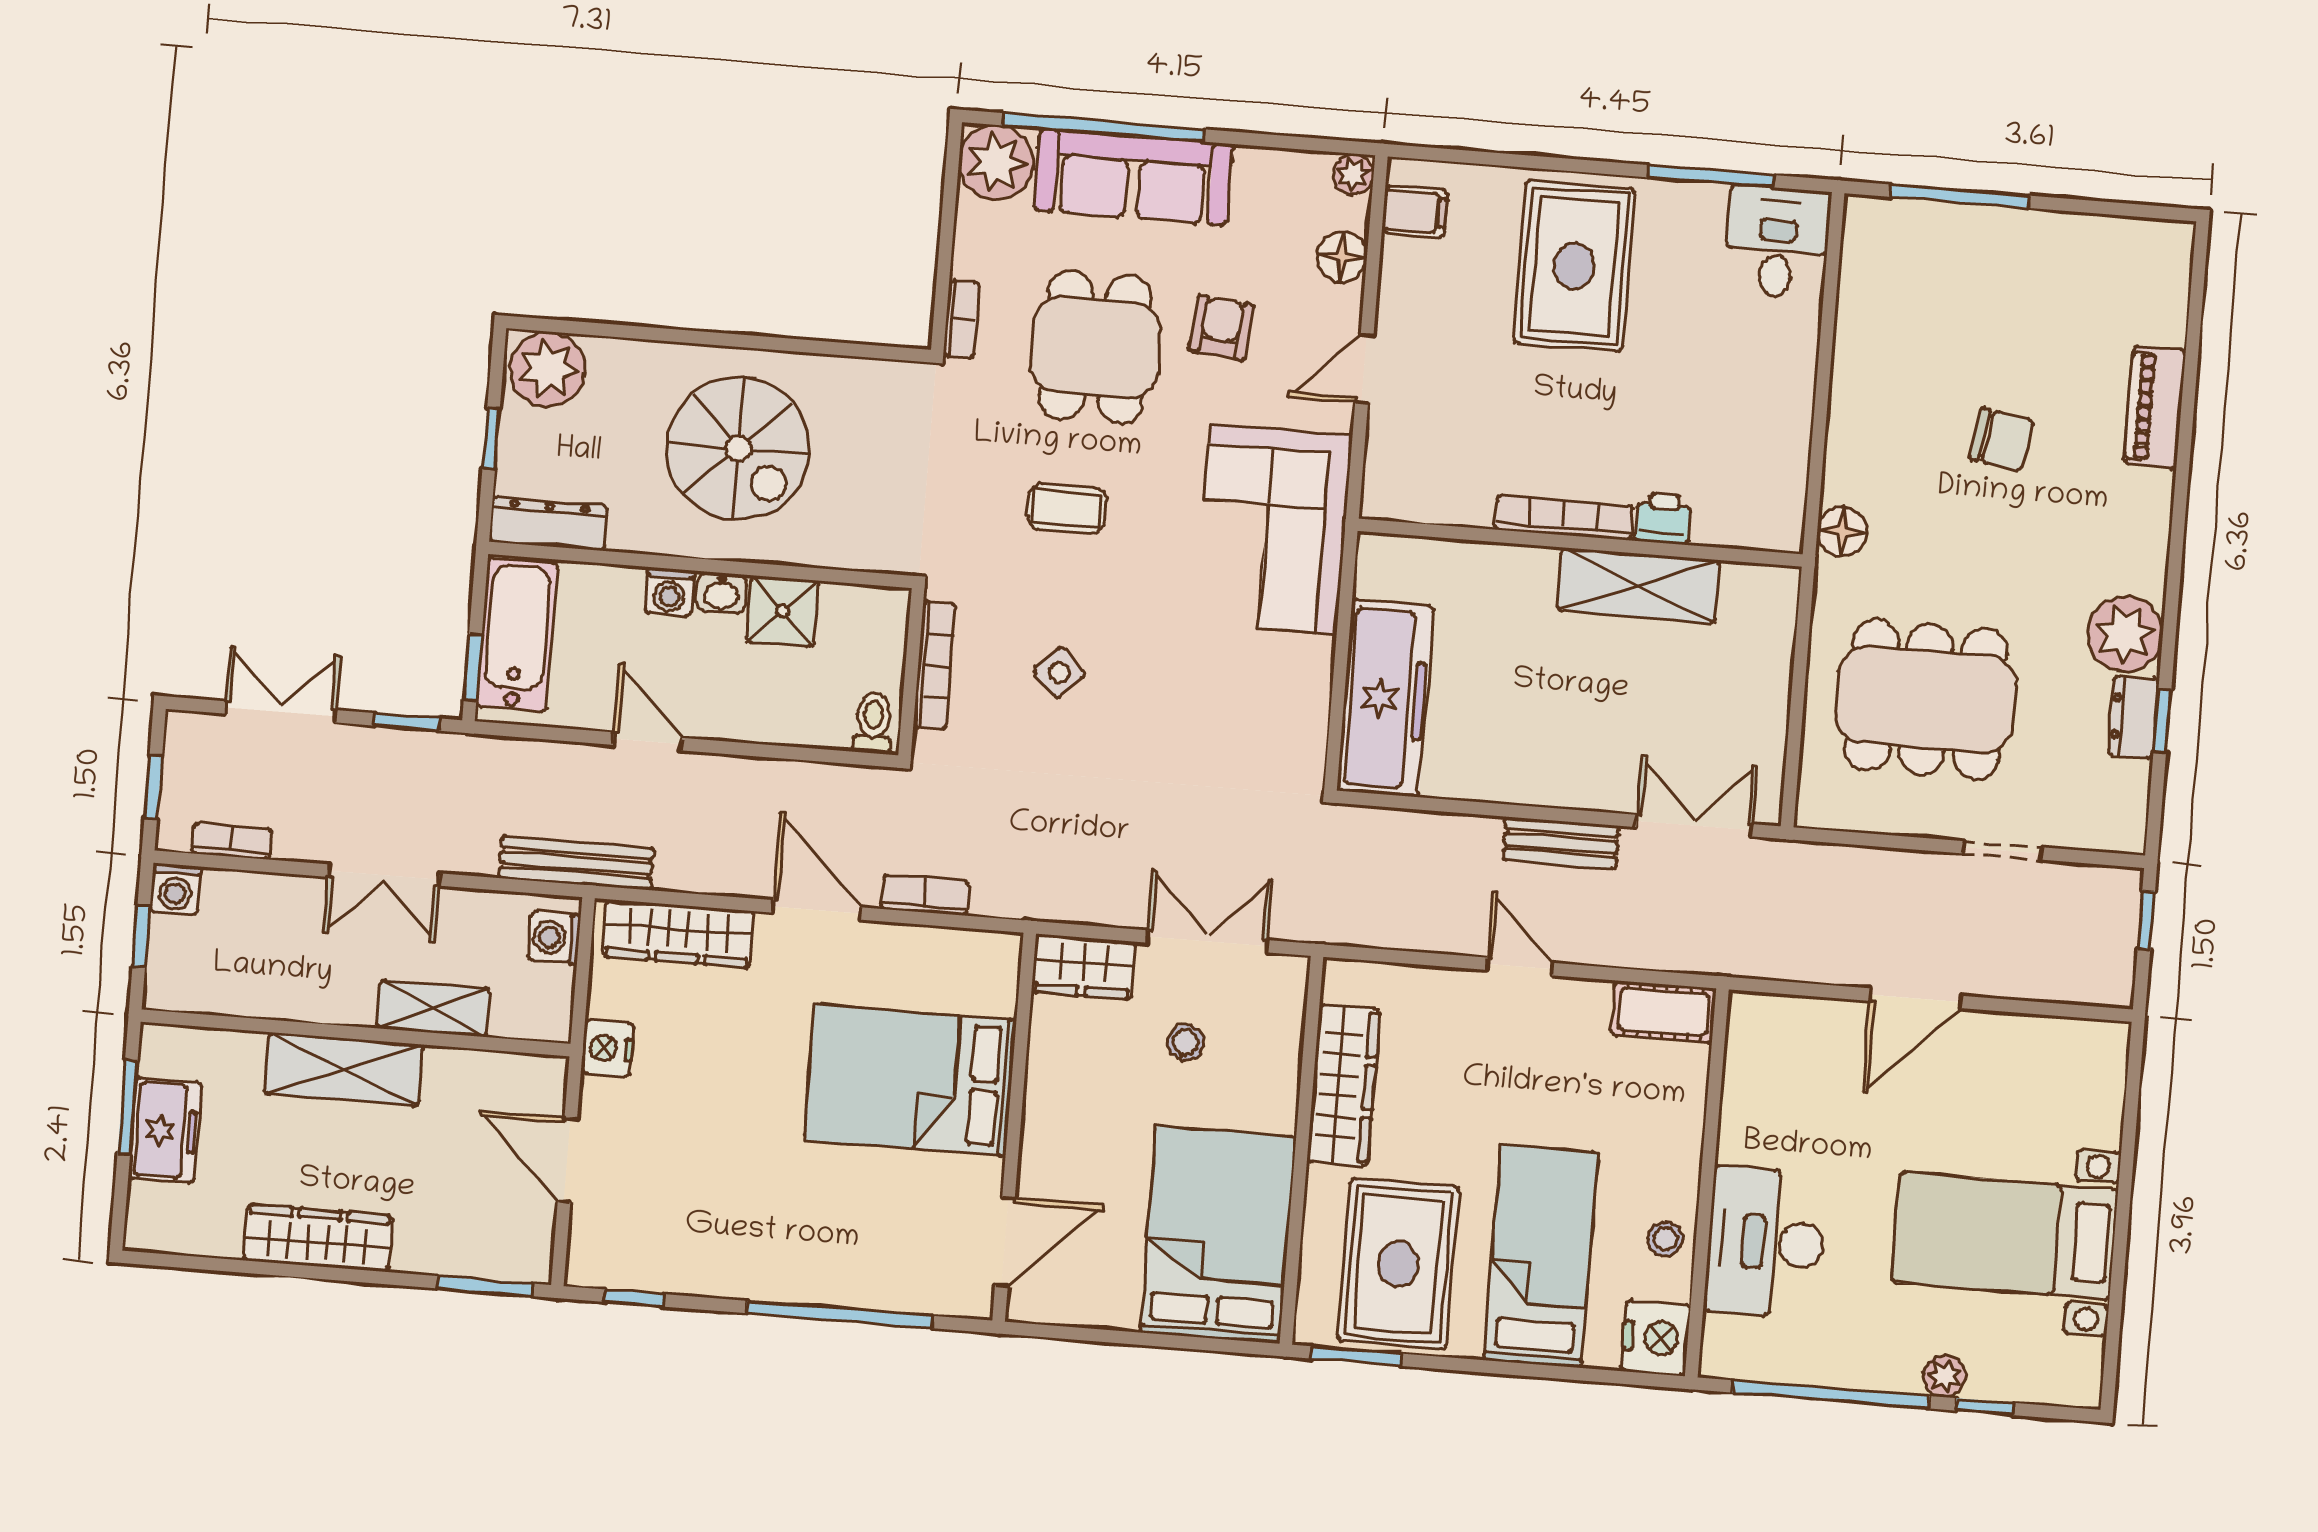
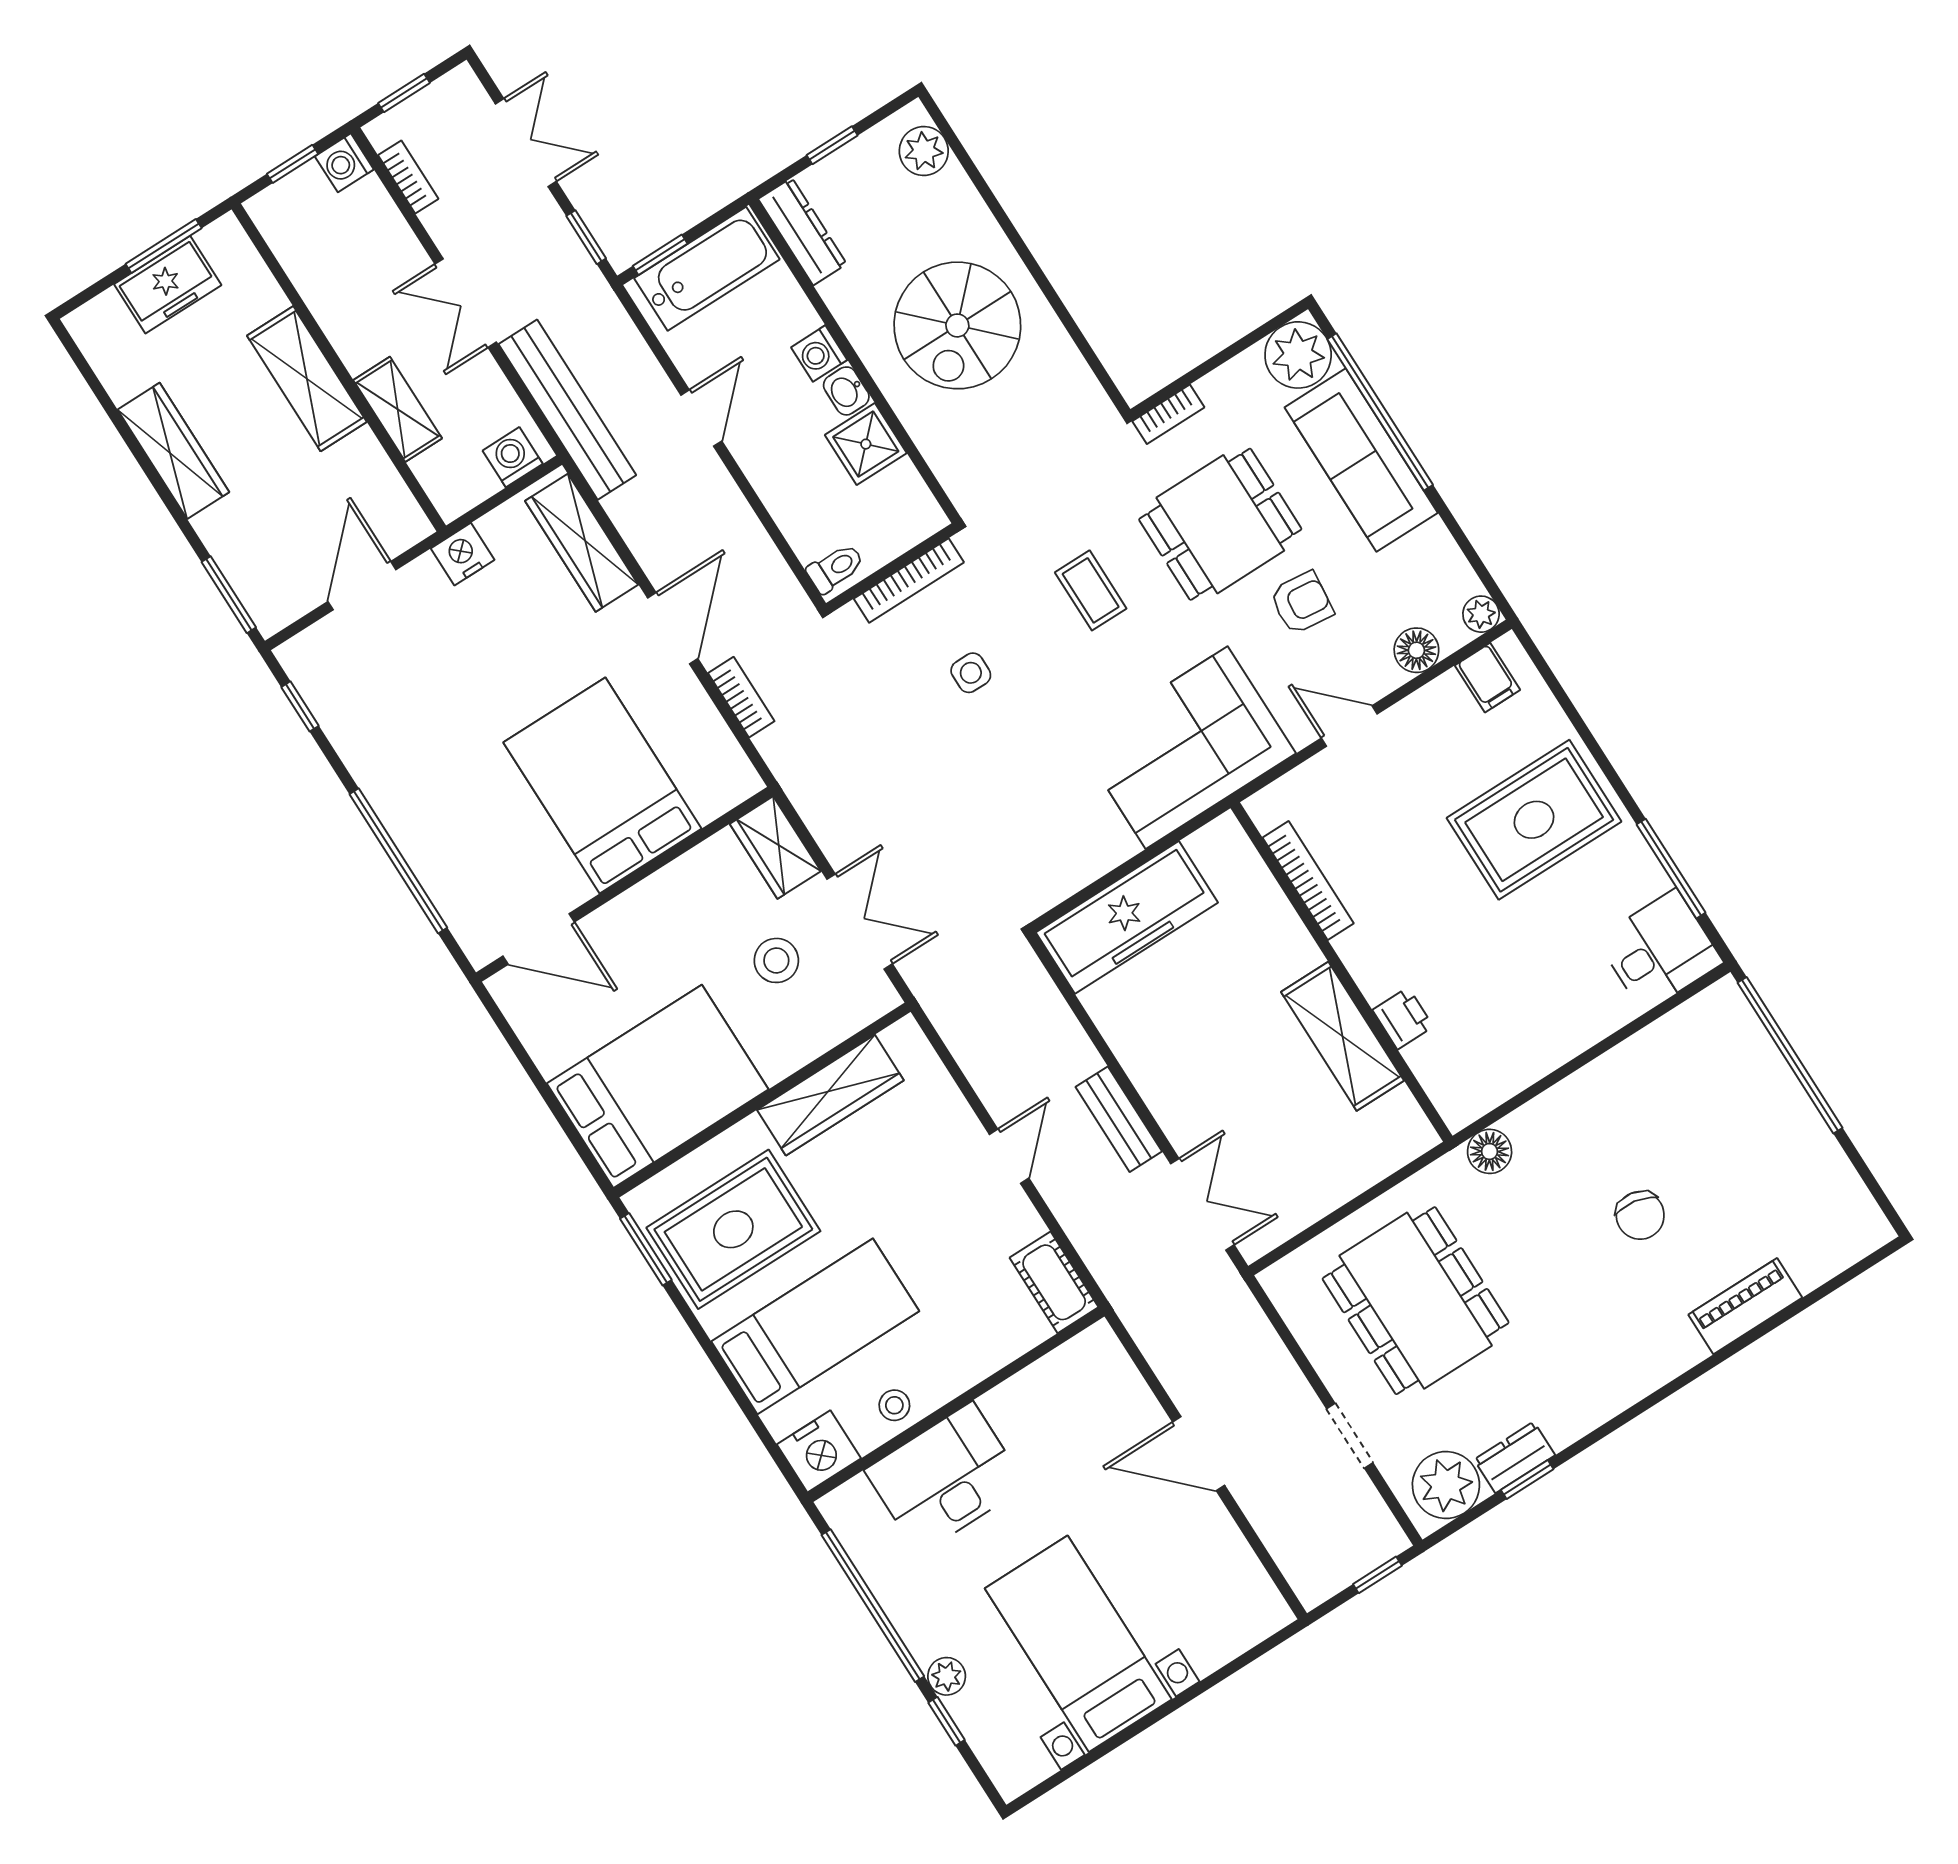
window: (1960, 196) -> (1790, 1055), width x1.46
plant: (548, 369) -> (924, 151), width x0.73, depth x0.73
bookcase: (1564, 518) -> (1308, 881), moved
plant: (2125, 634) -> (1446, 1485), moved
side table: (1059, 672) -> (971, 673), turned 45
bench: (576, 863) -> (567, 410), width x1.37, depth x1.21
stool: (1186, 1043) -> (776, 960), width x1.37, depth x1.37

